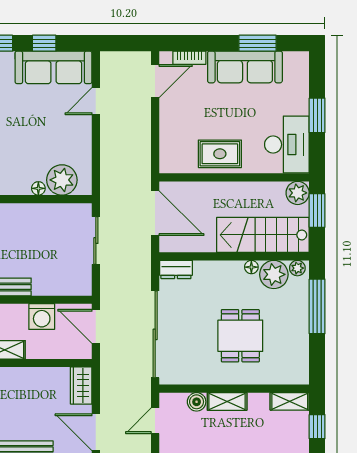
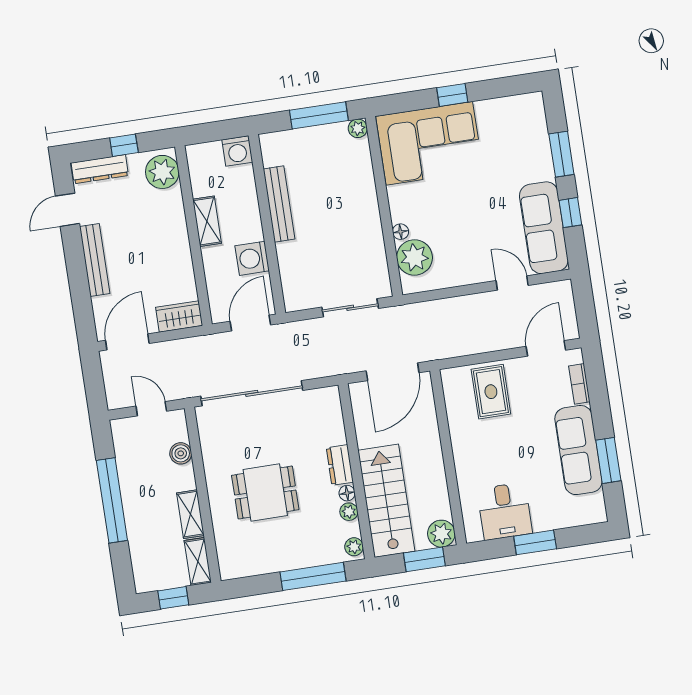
door: (155, 81) -> (546, 348), swing flipped
desk: (287, 145) -> (505, 511), width x0.73
rug: (220, 154) -> (491, 392), moved
dresser: (176, 269) -> (340, 465), moved
plant: (274, 274) -> (349, 512), width x0.53, depth x0.53
shelving: (227, 401) -> (190, 514), moved

